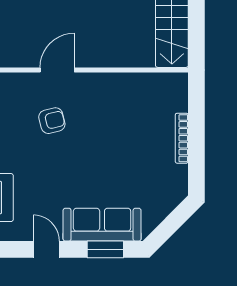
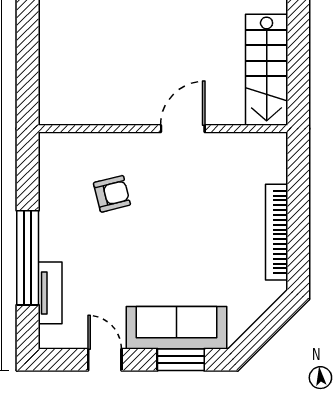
door: (57, 70) -> (183, 129), moved
bookcase: (182, 138) -> (277, 232), width x1.48, depth x1.31

